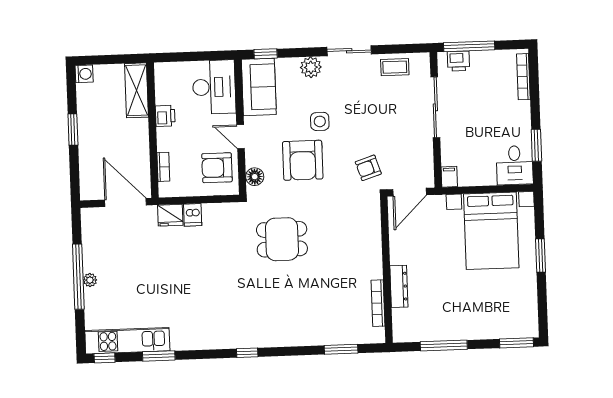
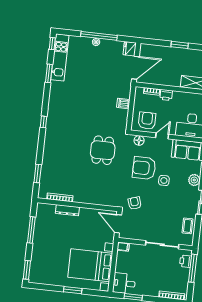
printer: (165, 116) -> (166, 95), moved
fridge: (170, 215) -> (130, 49), moved

